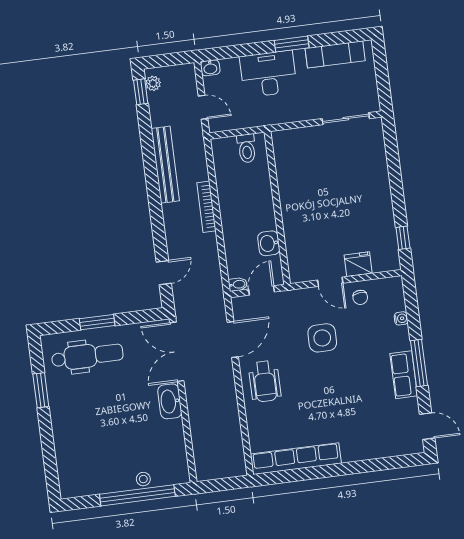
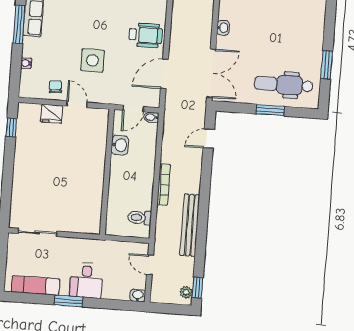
desk: (268, 74) -> (86, 280), width x0.73
toilet: (247, 148) -> (140, 218), moved, turned -90
wheelchair: (265, 381) -> (146, 35), turned 90
washbasin: (170, 401) -> (223, 28), width x0.52, depth x0.69

